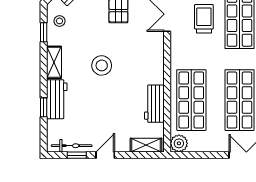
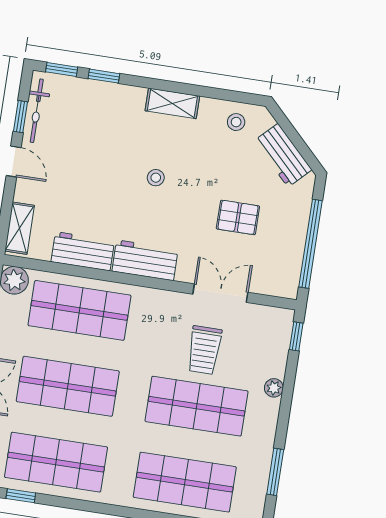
trolley: (204, 19) -> (204, 350), turned 90
window: (44, 32) -> (62, 69), moved
stool: (102, 65) -> (156, 178), width x0.53, depth x0.53
workbench: (57, 99) -> (145, 260), moved, turned 180

